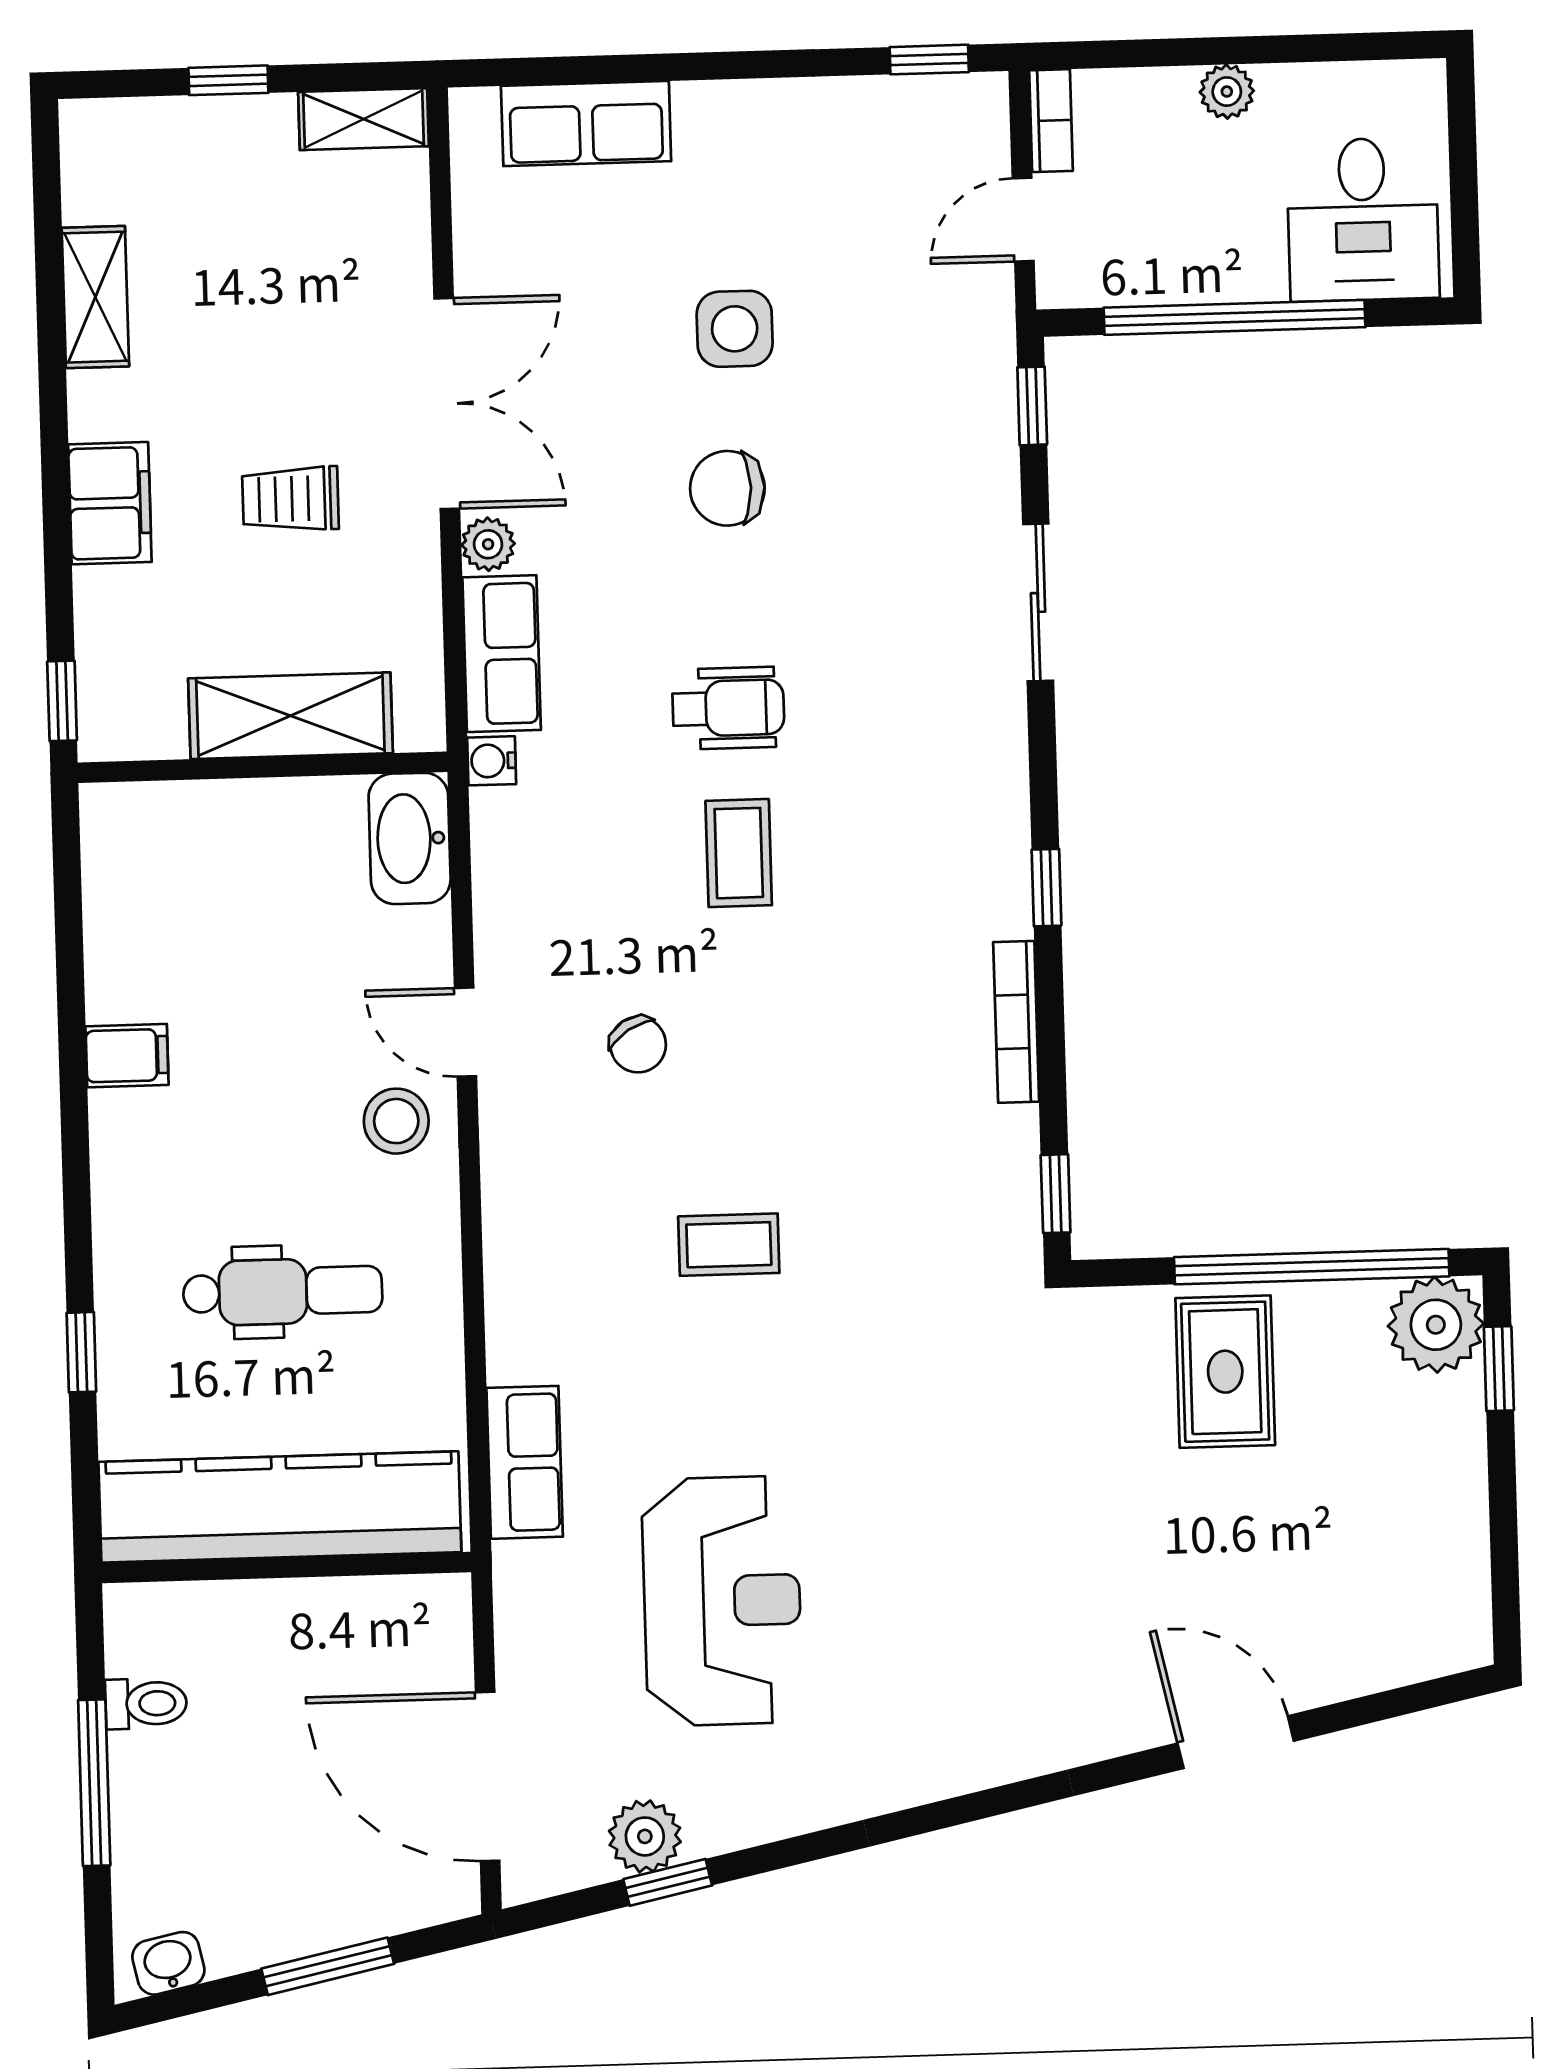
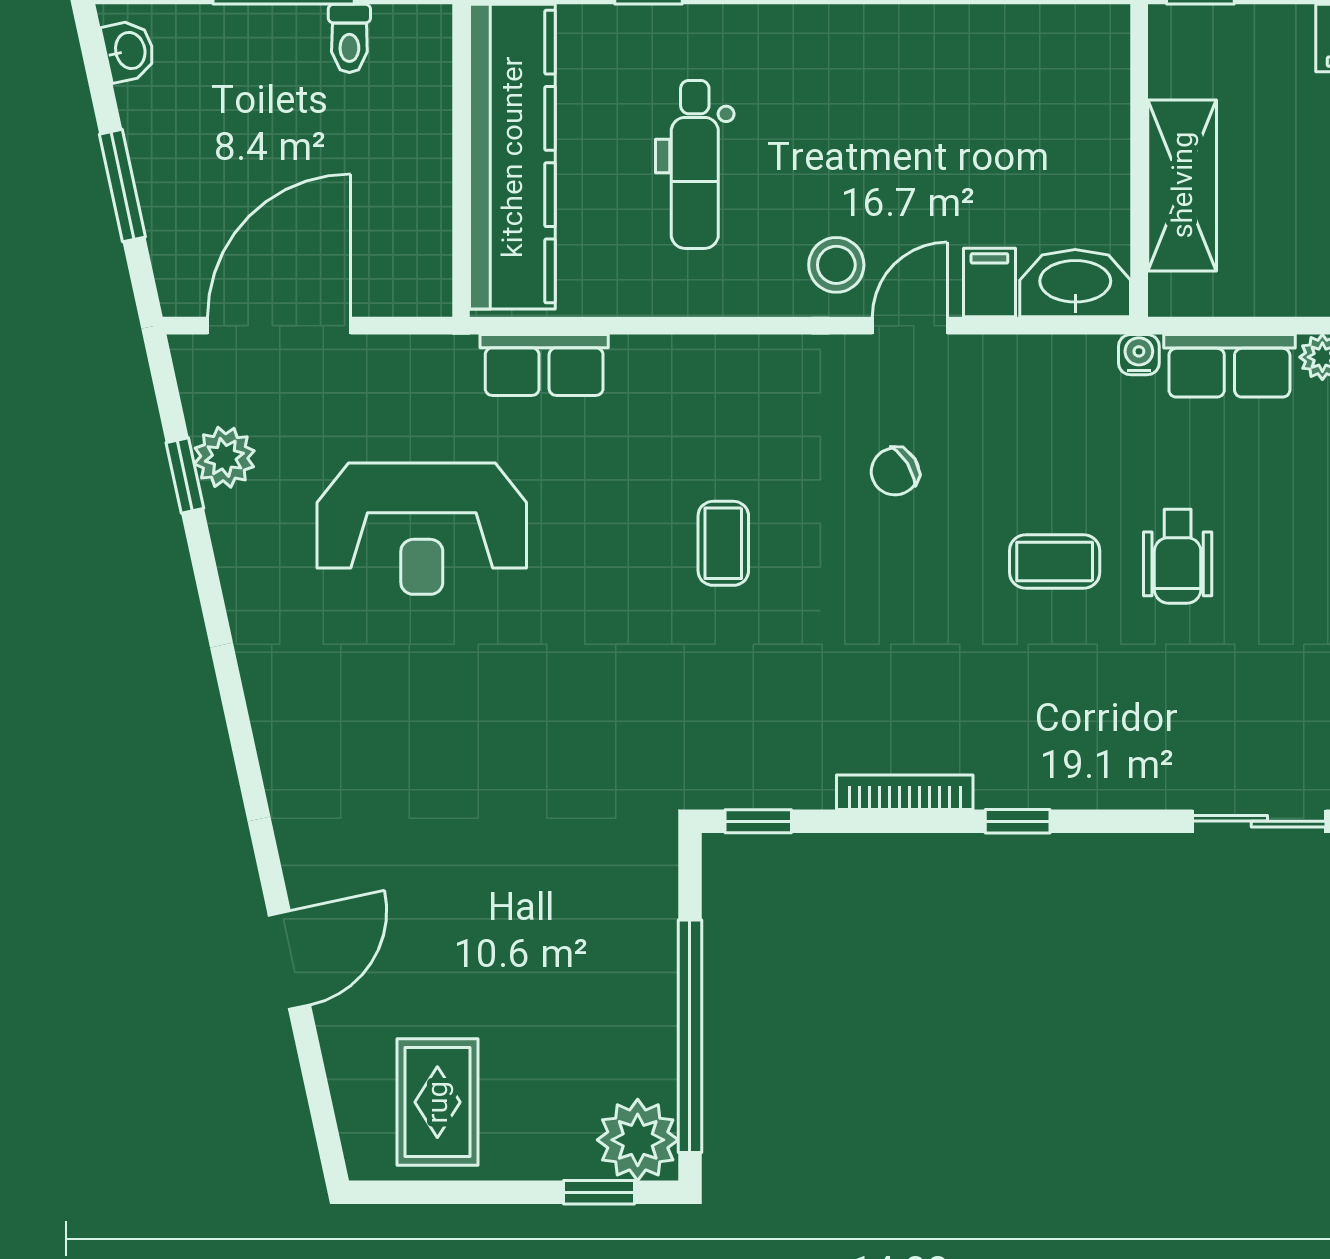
filing cabinet: (127, 1056) -> (989, 283), moved, turned 180
rug: (1225, 1372) -> (437, 1102), moved, turned 90

